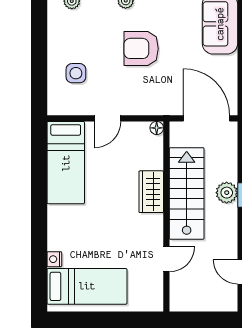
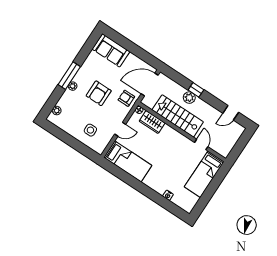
armchair: (162, 96) -> (126, 98), added
door: (107, 118) -> (120, 129), hinge flipped
wardrobe: (151, 192) -> (152, 122), moved
bed: (87, 286) -> (204, 174), moved, turned 180

